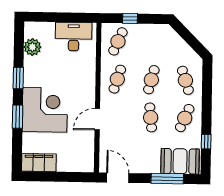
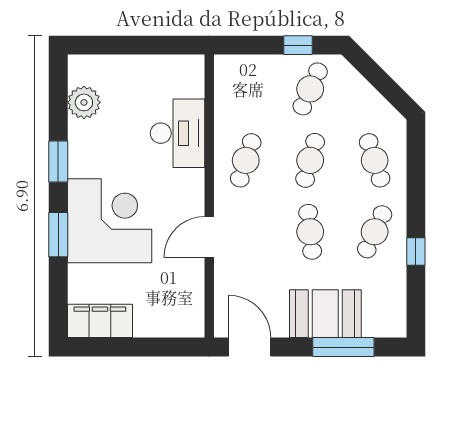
window: (130, 18) -> (298, 45), moved
desk: (74, 37) -> (177, 133), moved, turned 90
cafe table: (118, 41) -> (310, 89), moved
window: (206, 142) -> (416, 251), moved
booth: (180, 161) -> (325, 314), moved

